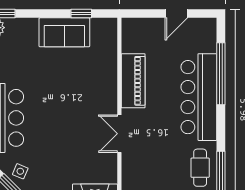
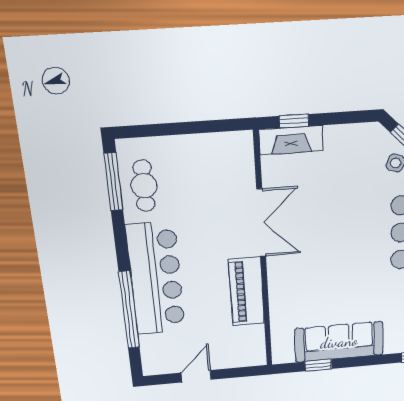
sofa: (64, 32) -> (339, 342), width x1.36
double door: (119, 134) -> (261, 223), width x1.37

